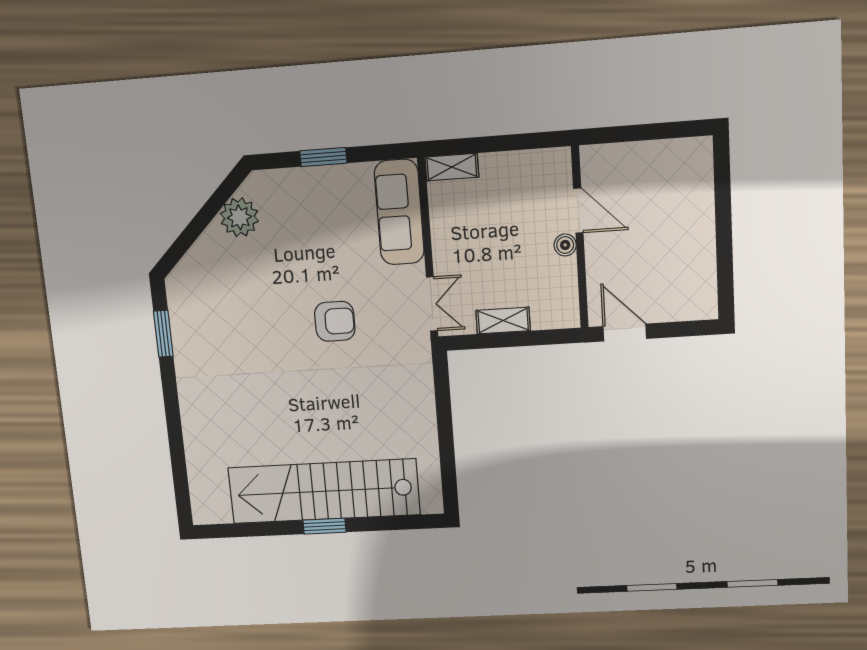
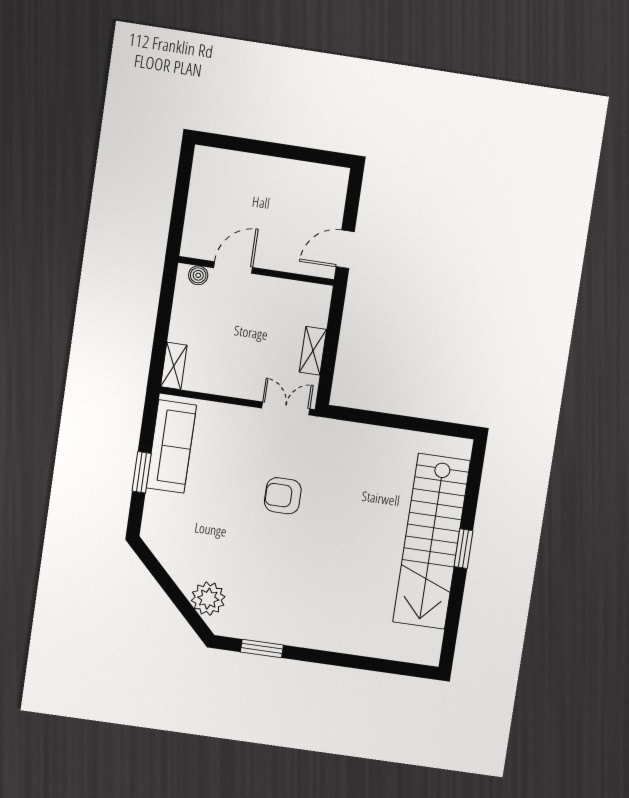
sofa: (399, 212) -> (171, 446), moved, turned -90
plant: (239, 217) -> (208, 599), moved
boiler: (565, 245) -> (198, 275), moved
armchair: (335, 321) -> (283, 496), turned -90

